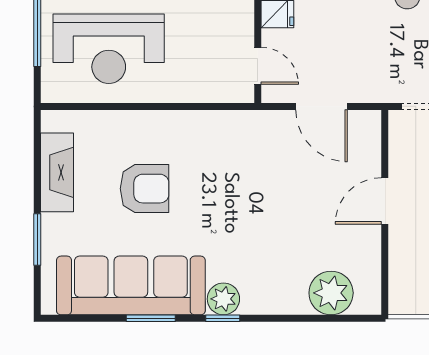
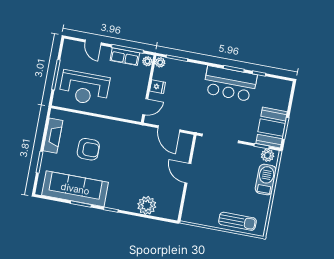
door: (258, 66) -> (145, 107), hinge flipped
door: (385, 201) -> (188, 173), hinge flipped
plant: (331, 293) -> (147, 205), moved
plant: (223, 299) -> (113, 202), removed

